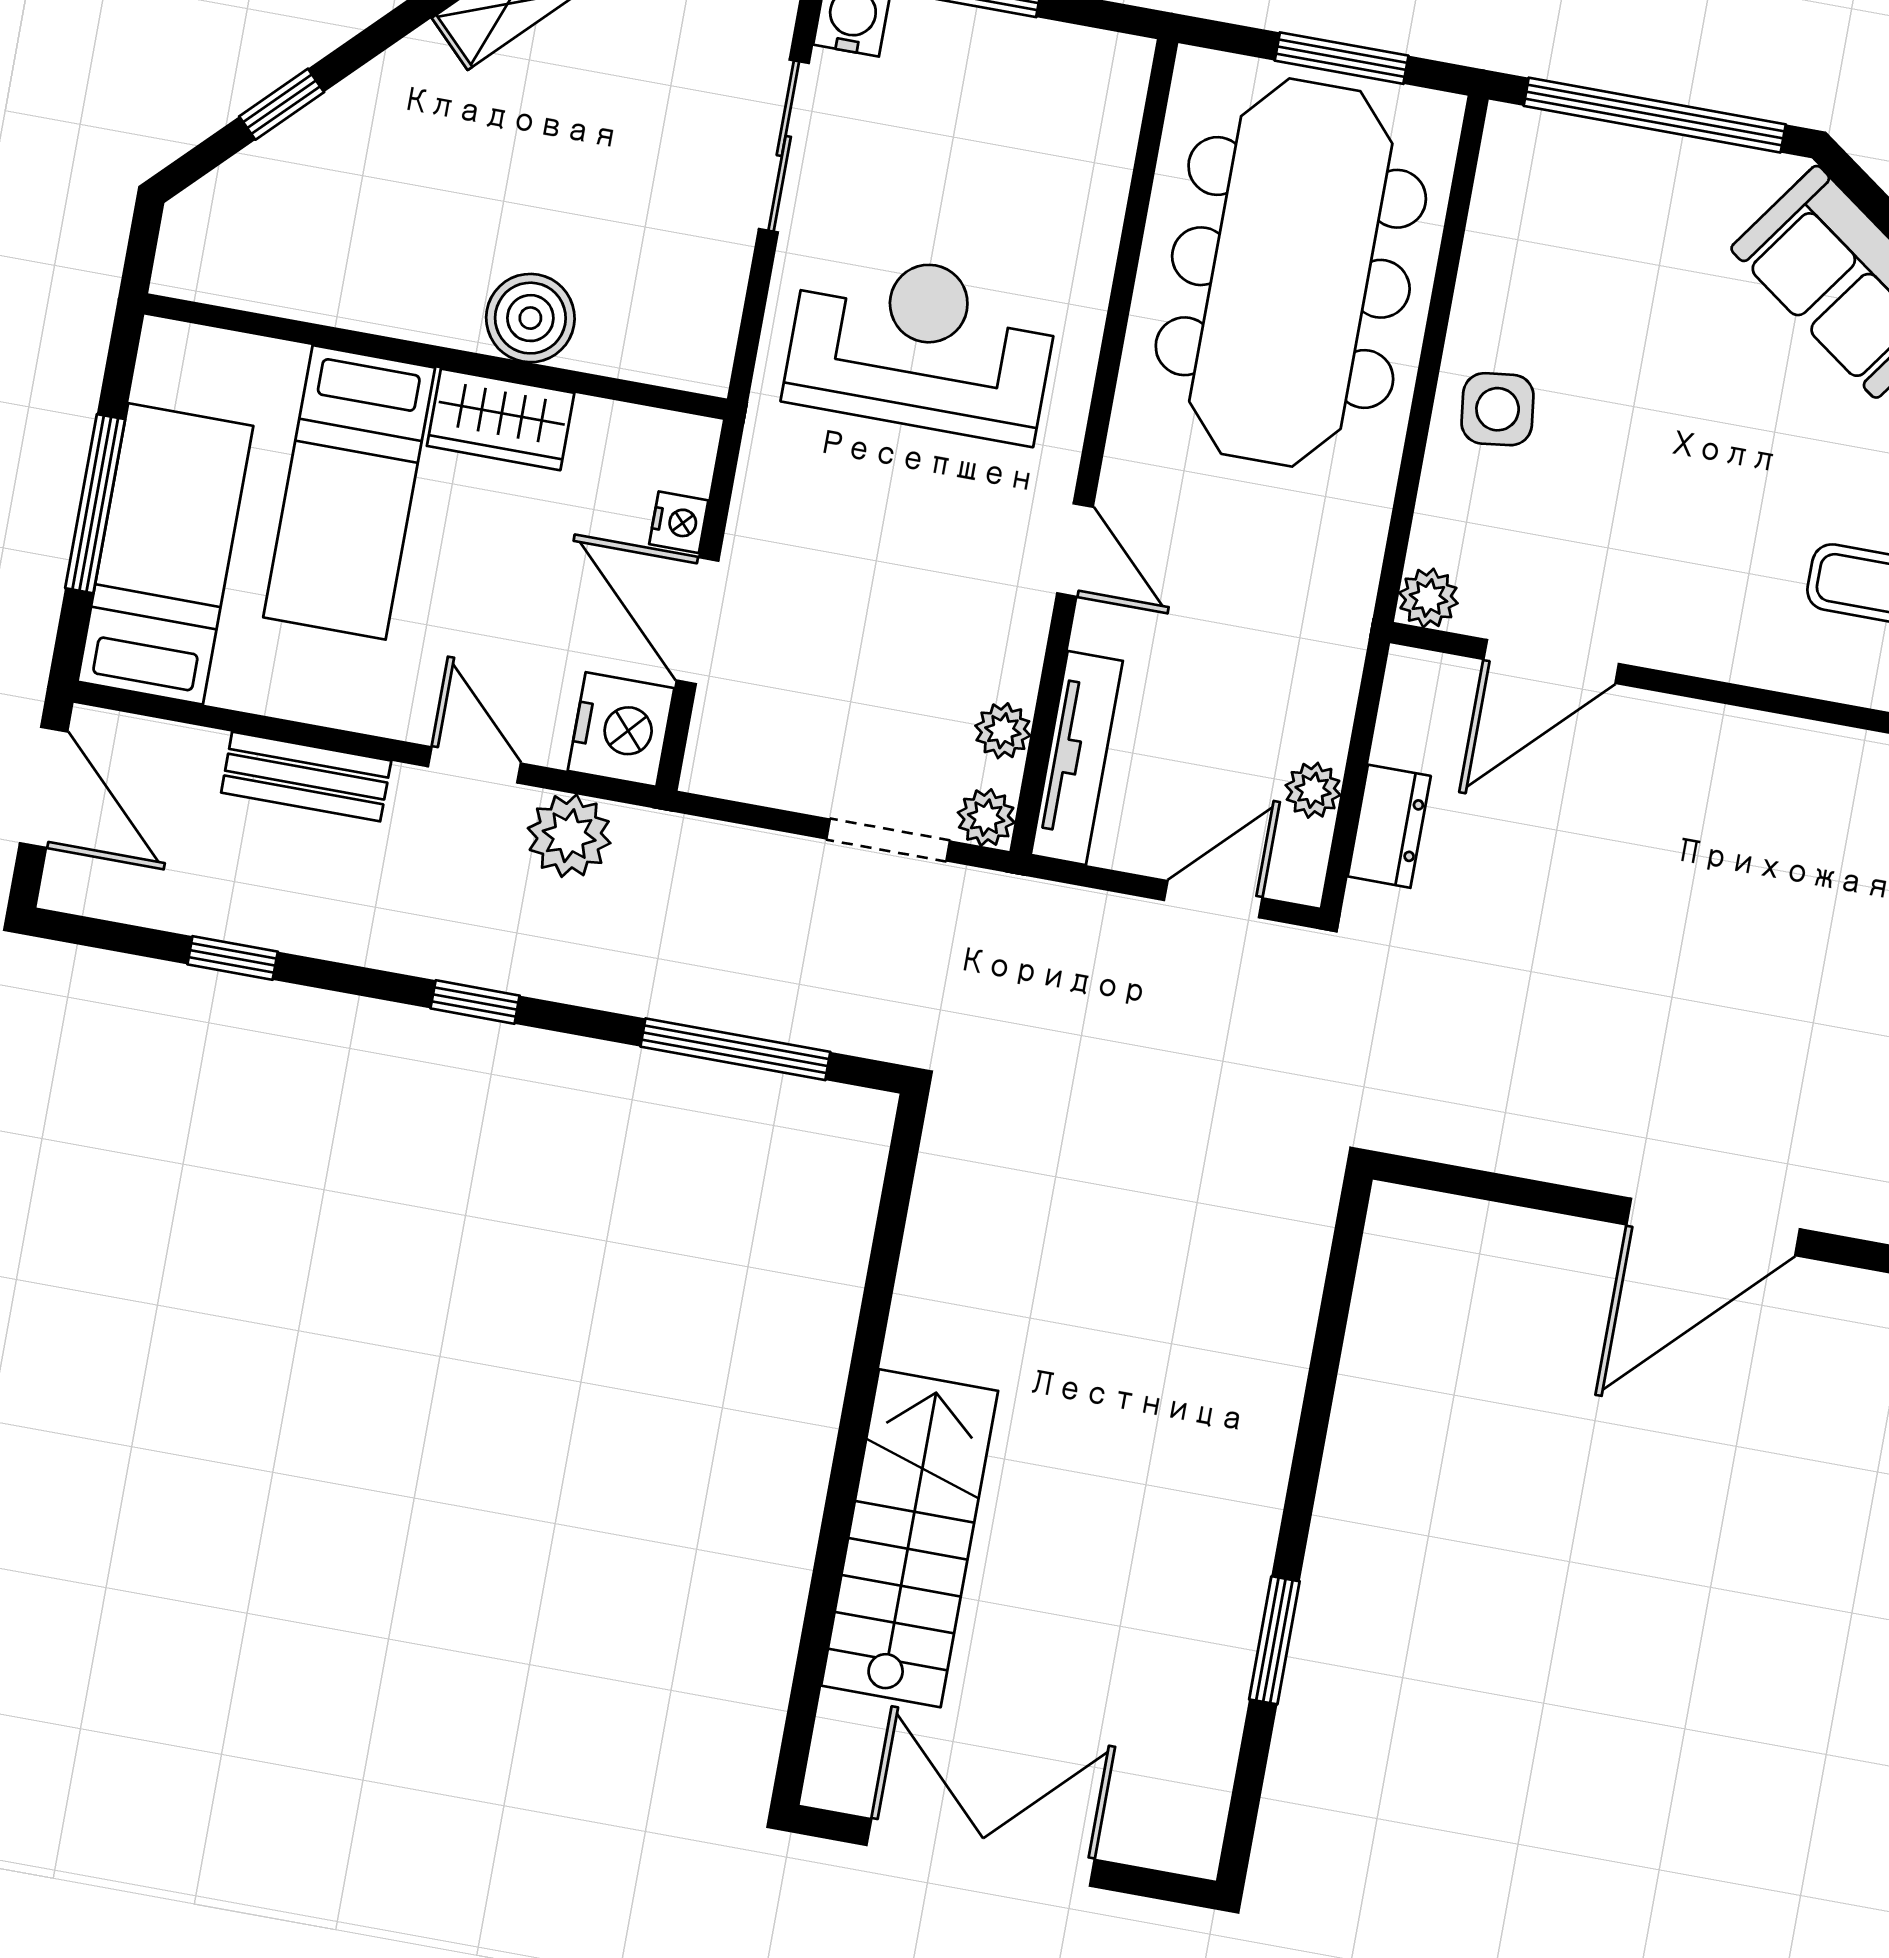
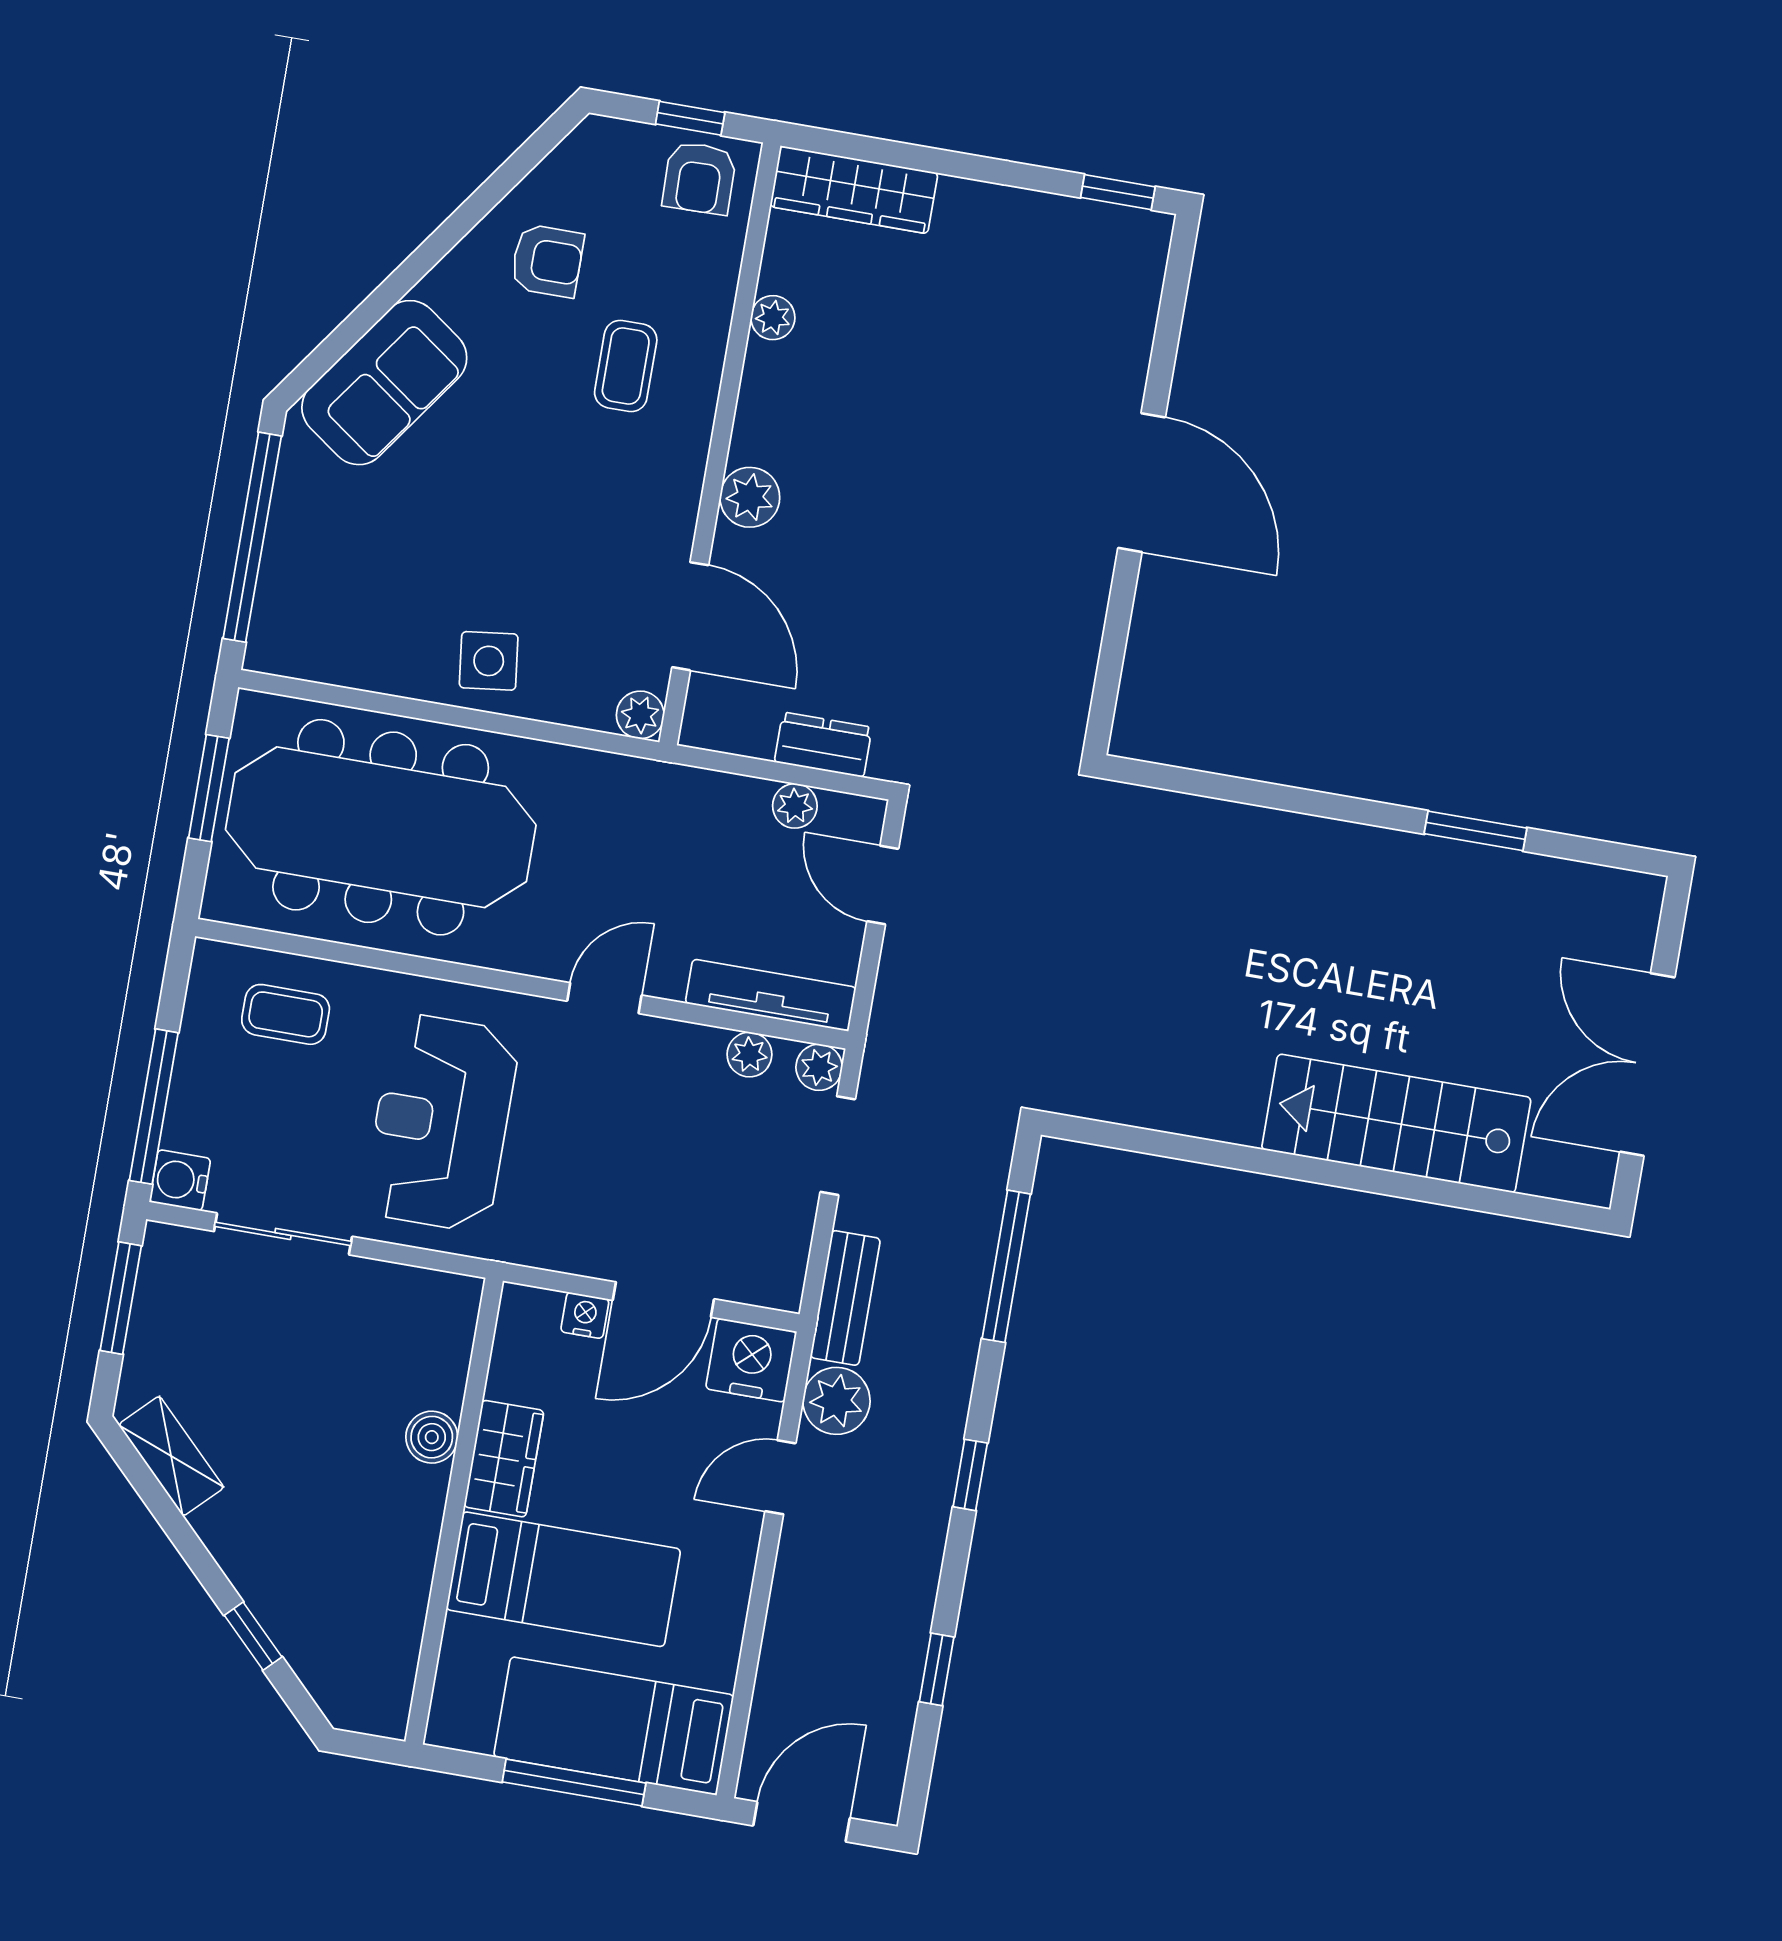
coffee table: (1058, 152) -> (286, 1014), added
boiler: (530, 318) -> (432, 1437), width x0.73, depth x0.73
plant: (1699, 737) -> (750, 497), added
bench: (306, 777) -> (845, 1298), moved

